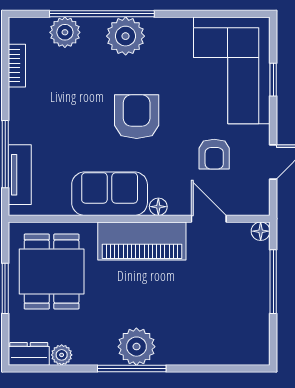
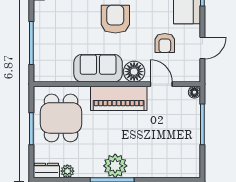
tv unit: (20, 175) -> (41, 56), removed
floor lamp: (158, 207) -> (134, 72), width x1.89, depth x1.89

